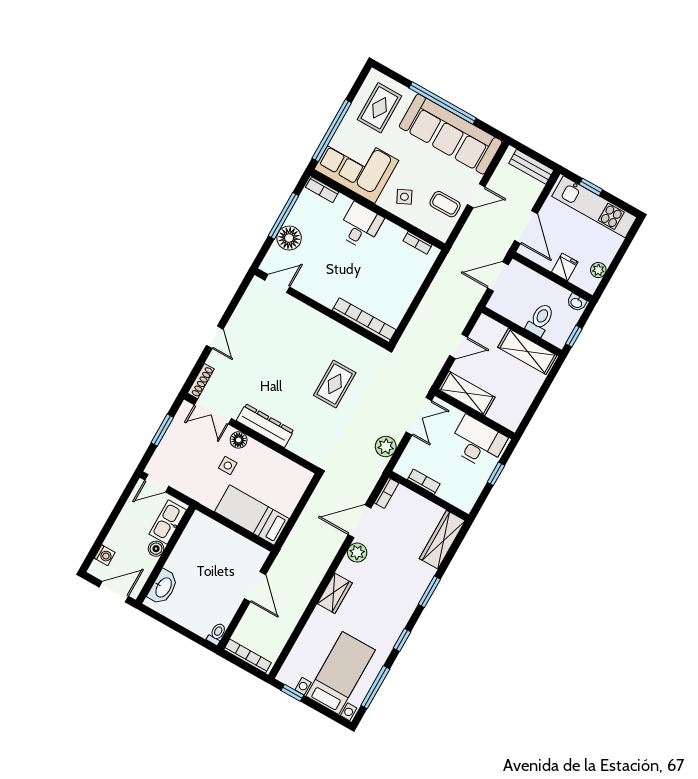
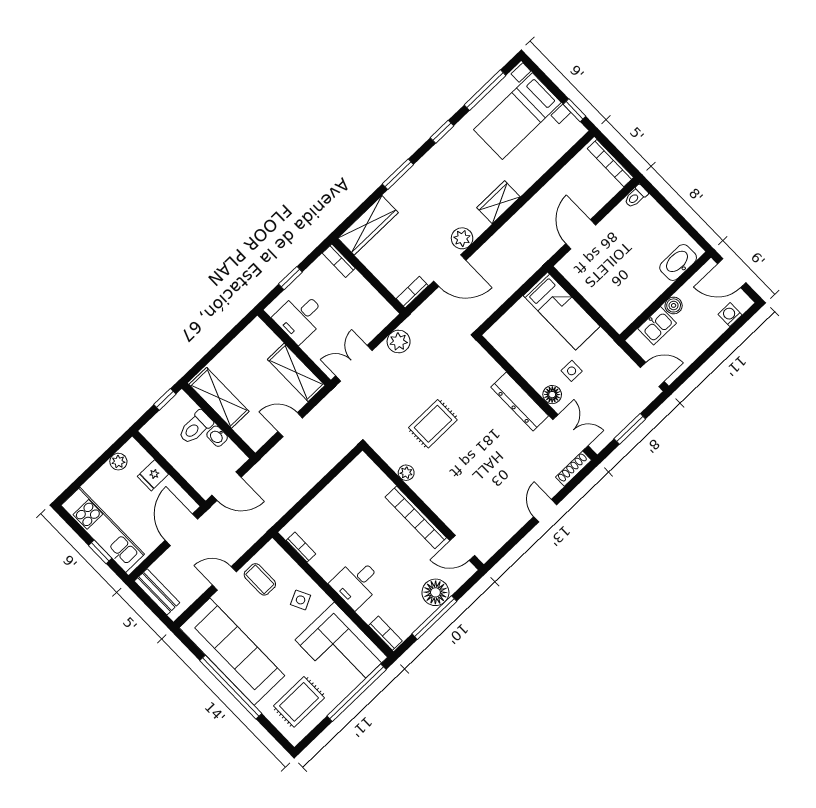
washbasin: (576, 303) -> (217, 436), moved, turned 180
bookcase: (364, 320) -> (416, 517), moved
plant: (345, 334) -> (406, 473), added
desk: (478, 442) -> (300, 317), width x0.73
bookcase: (424, 482) -> (339, 261), moved
kitchen sink: (168, 522) -> (657, 326), width x0.73

